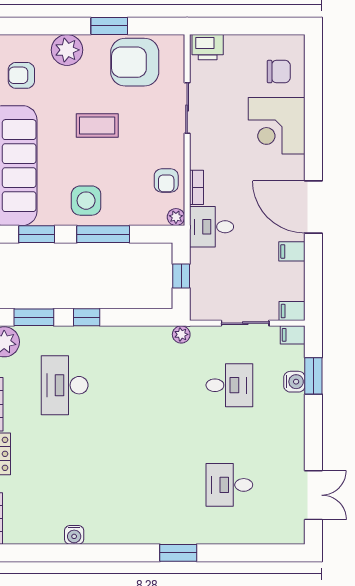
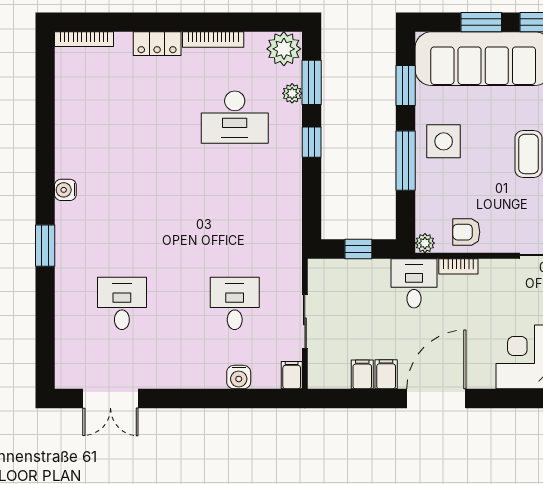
filing cabinet: (292, 311) -> (362, 374), moved
plant: (181, 334) -> (292, 93), moved
window: (313, 376) -> (245, 398), removed
desk: (65, 385) -> (235, 117), turned 180
desk: (229, 385) -> (235, 303), turned 180
water cooler: (74, 535) -> (65, 190), moved

